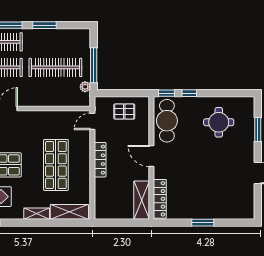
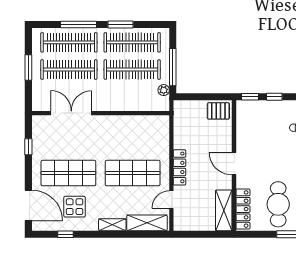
clothes rail: (55, 42) -> (132, 42), added
pallet: (124, 112) -> (218, 111), moved
door: (92, 121) -> (171, 200), moved
cafe table: (167, 121) -> (278, 204), moved
shop shelf: (56, 165) -> (133, 173), turned 90

